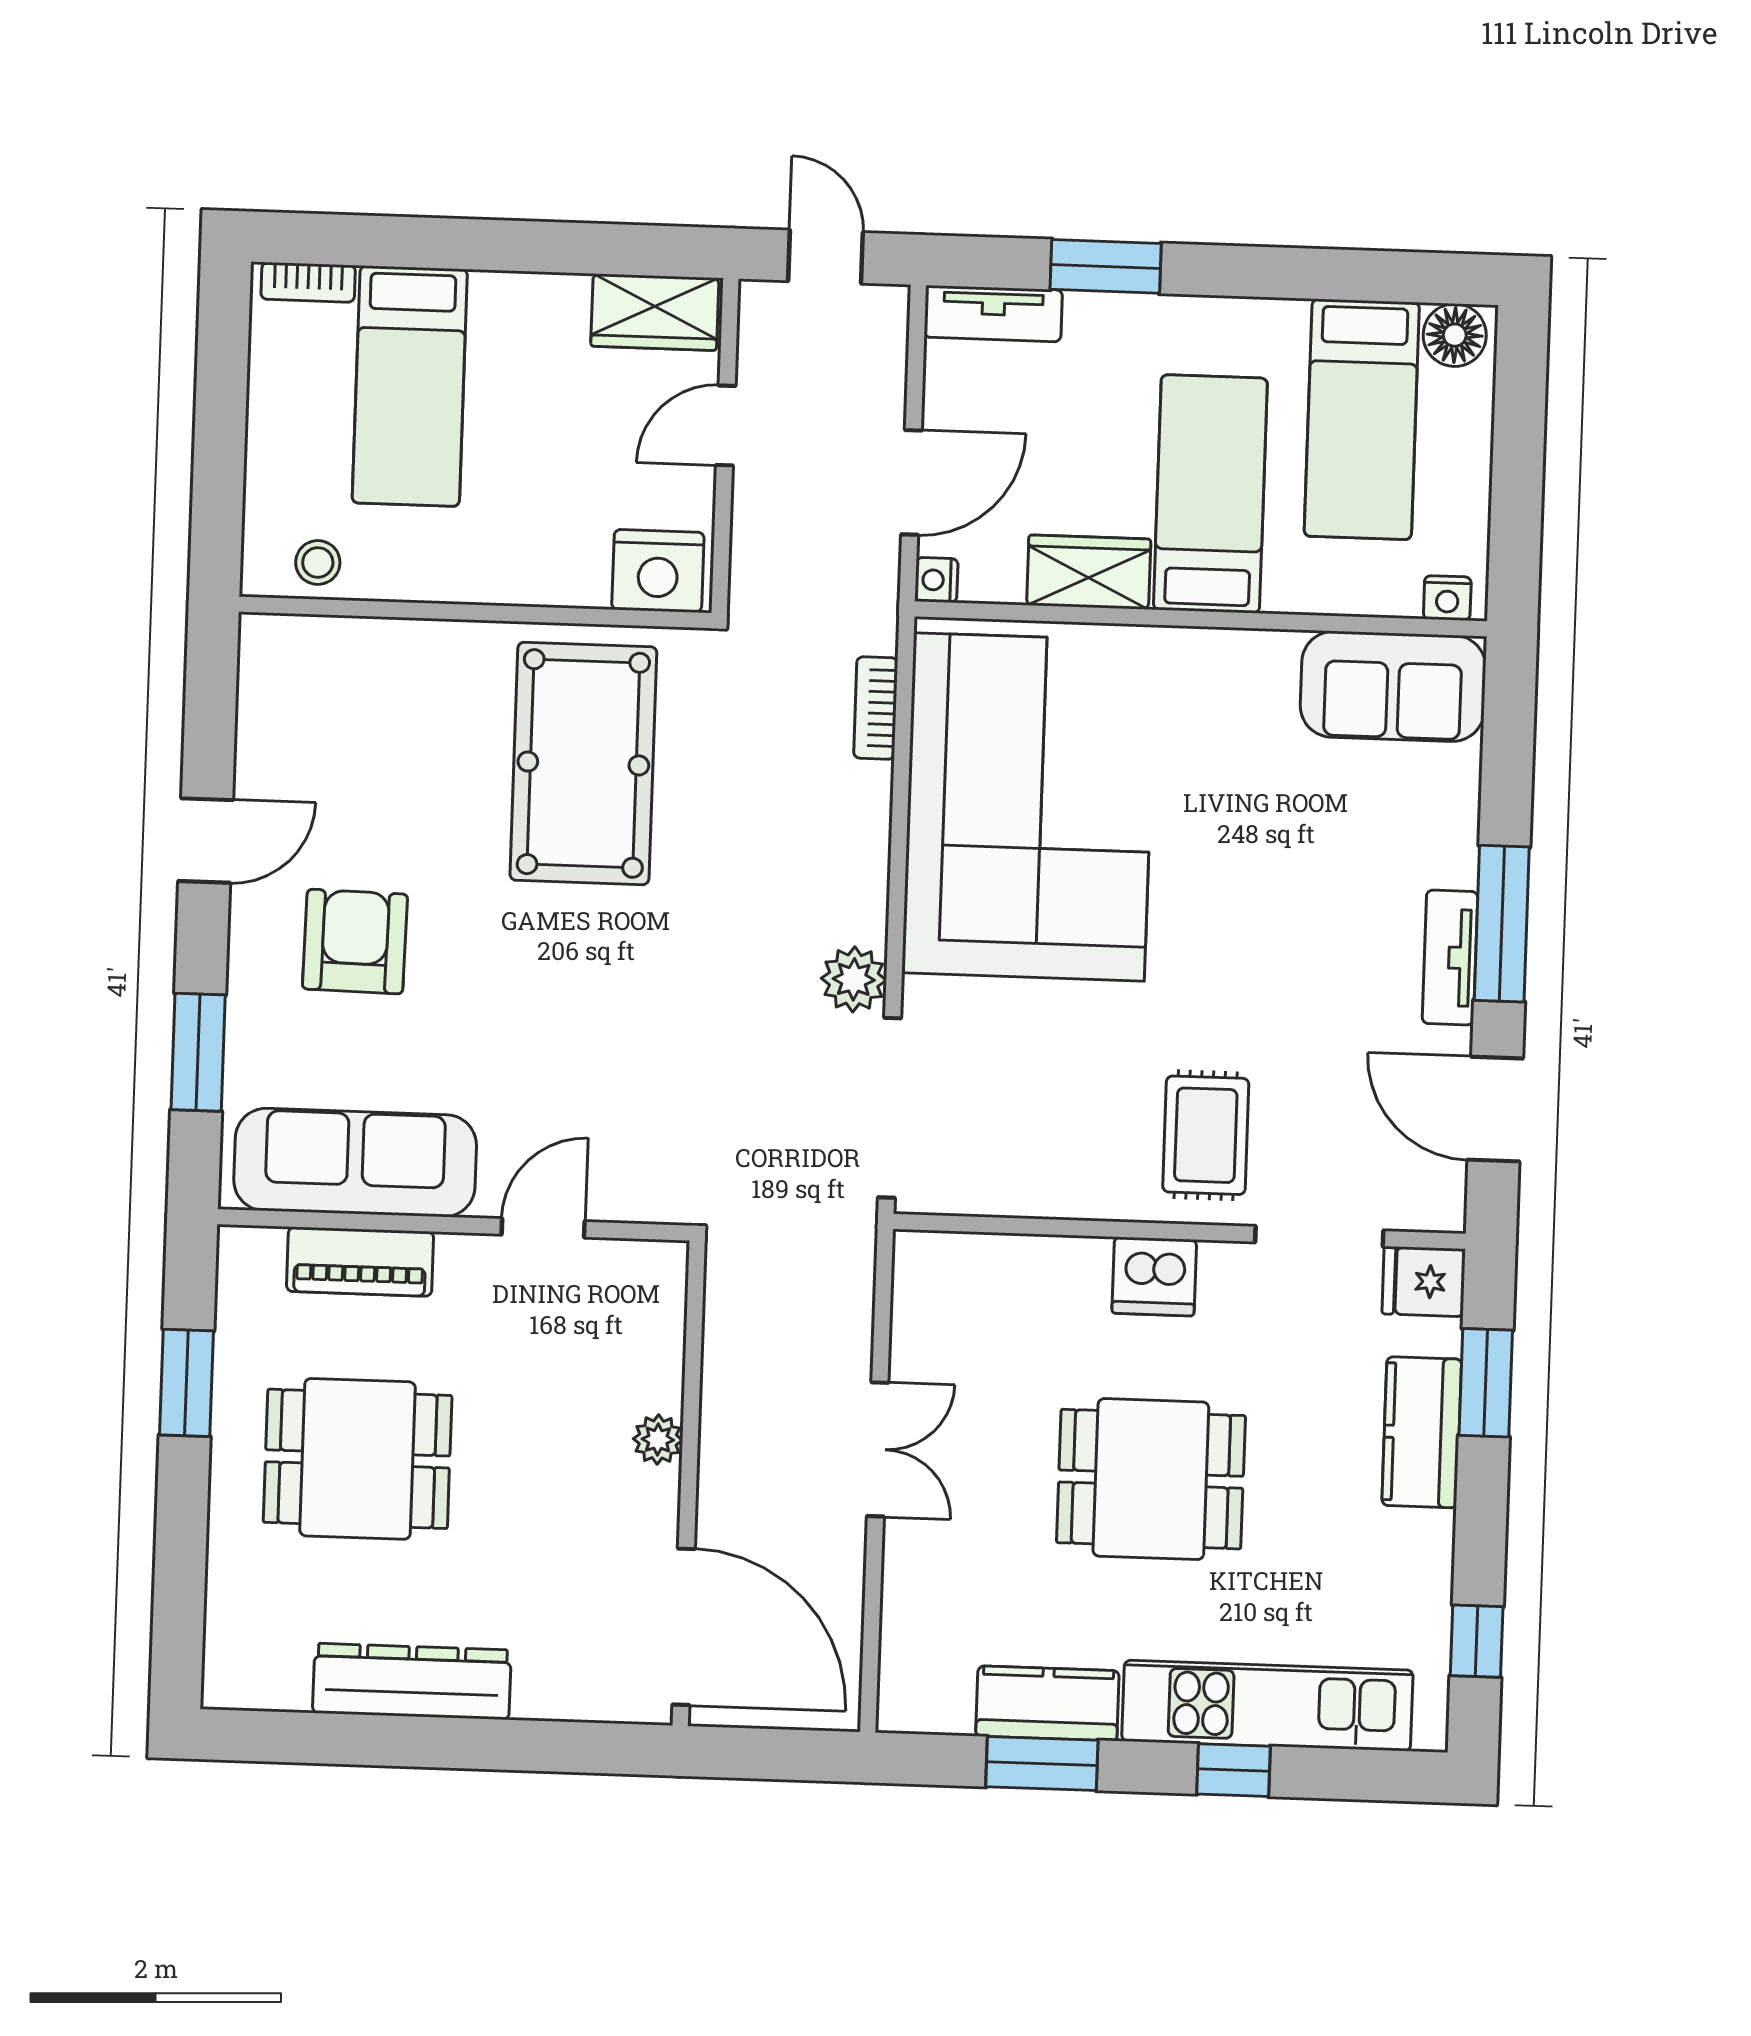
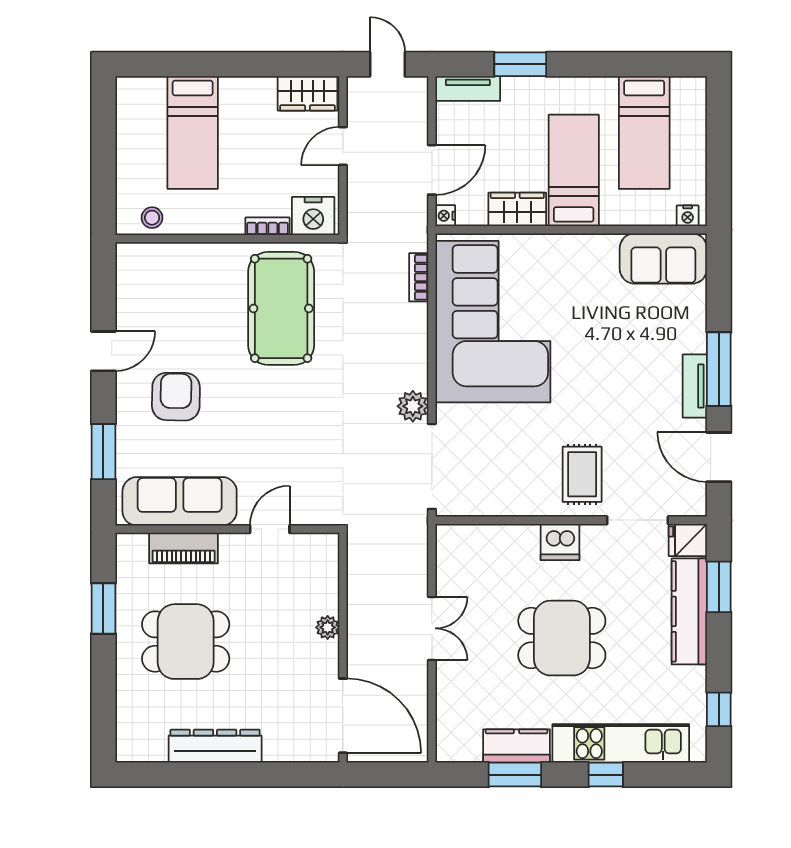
bookcase: (308, 282) -> (267, 226), moved, turned 180
floor lamp: (1455, 335) -> (687, 91), removed
kitchen counter: (1422, 1432) -> (689, 611), width x1.50

